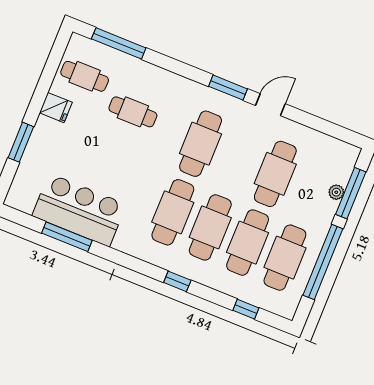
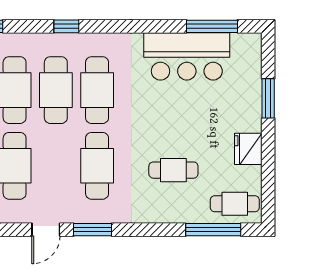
cafe table: (85, 76) -> (235, 204), moved
fridge: (56, 108) -> (248, 149), width x1.38
window: (67, 237) -> (212, 26), moved

